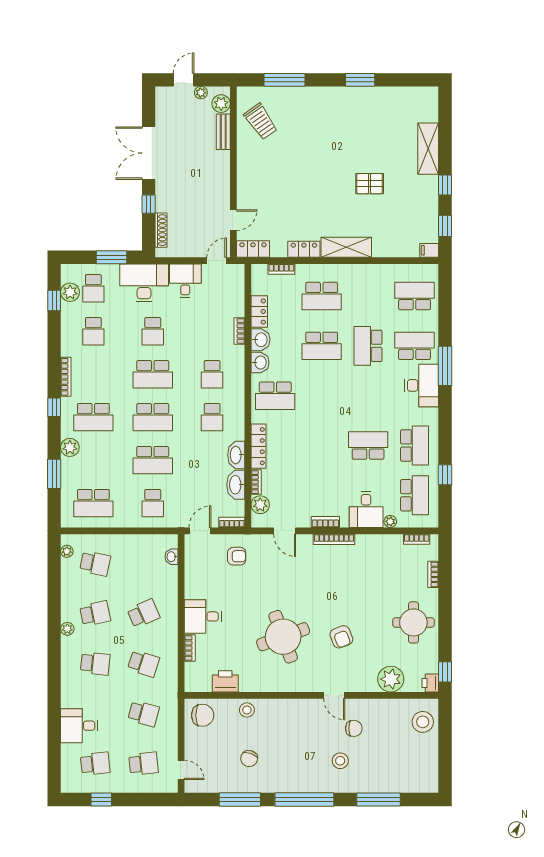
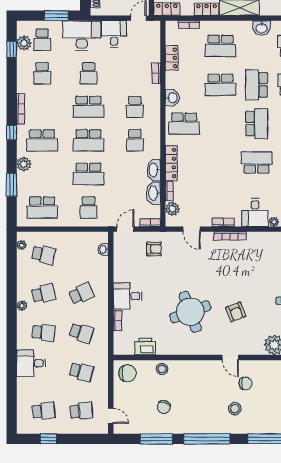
washbasin: (261, 340) -> (262, 28), moved, turned 90
school desk: (368, 396) -> (257, 124), added
desk: (79, 726) -> (31, 363), moved

